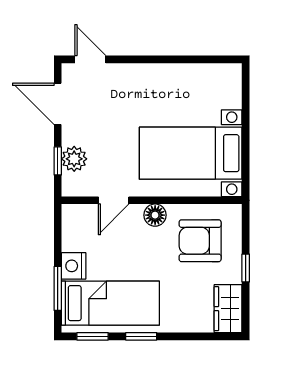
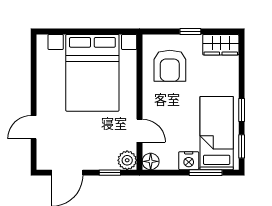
door: (90, 59) -> (34, 127), moved
bed with nightstands: (191, 153) -> (92, 73), width x1.36
plant: (74, 159) -> (127, 160), moved
floor lamp: (155, 215) -> (151, 161), moved

